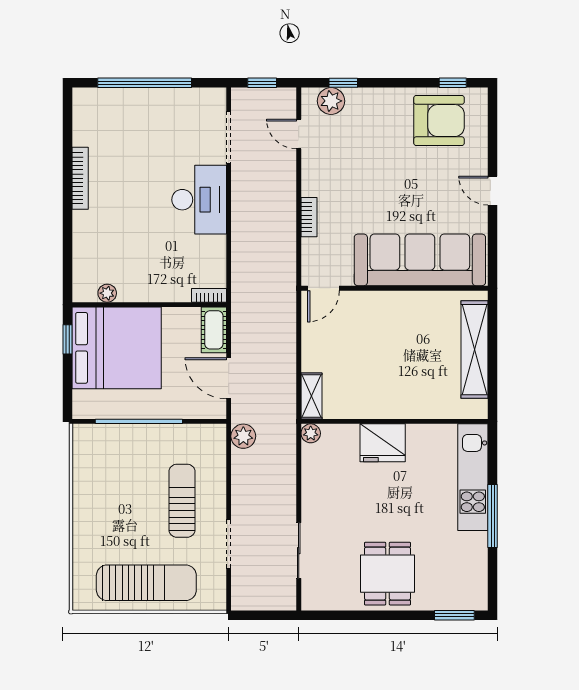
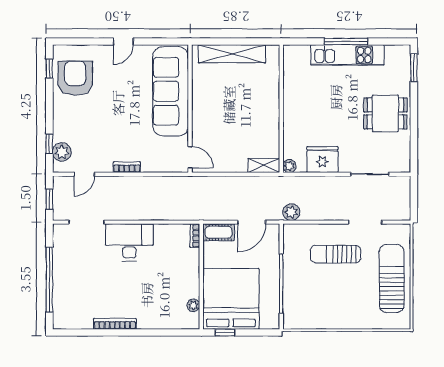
bookcase: (309, 217) -> (127, 167), moved
fridge: (383, 443) -> (322, 160), moved, turned -90
kitchen unit: (473, 477) -> (347, 55), moved

